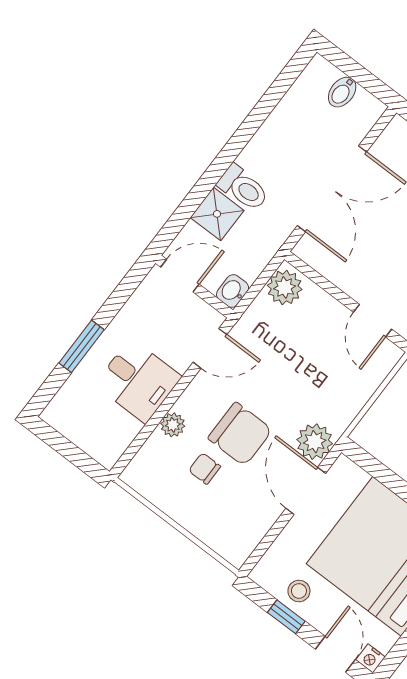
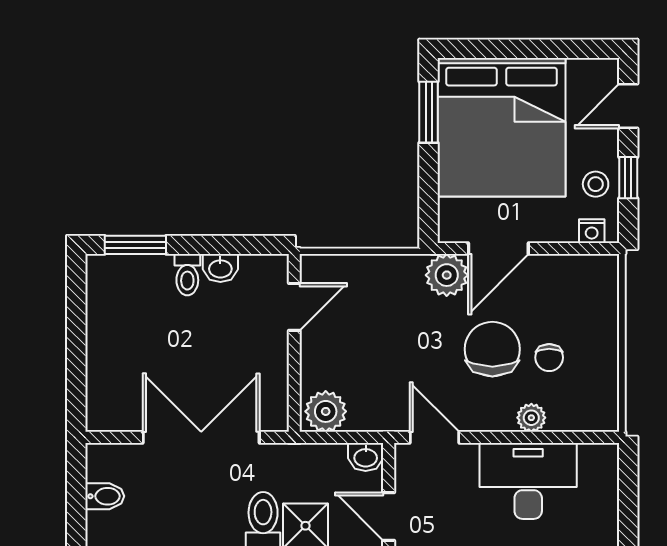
desk: (138, 381) -> (528, 481), width x1.37
nightstand: (371, 658) -> (592, 231), moved, turned 90

